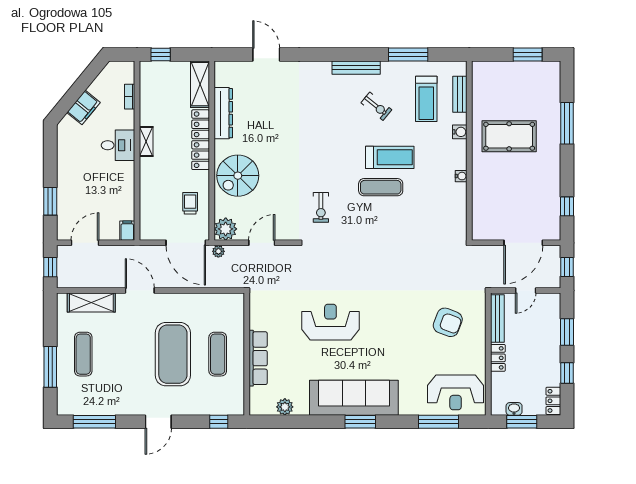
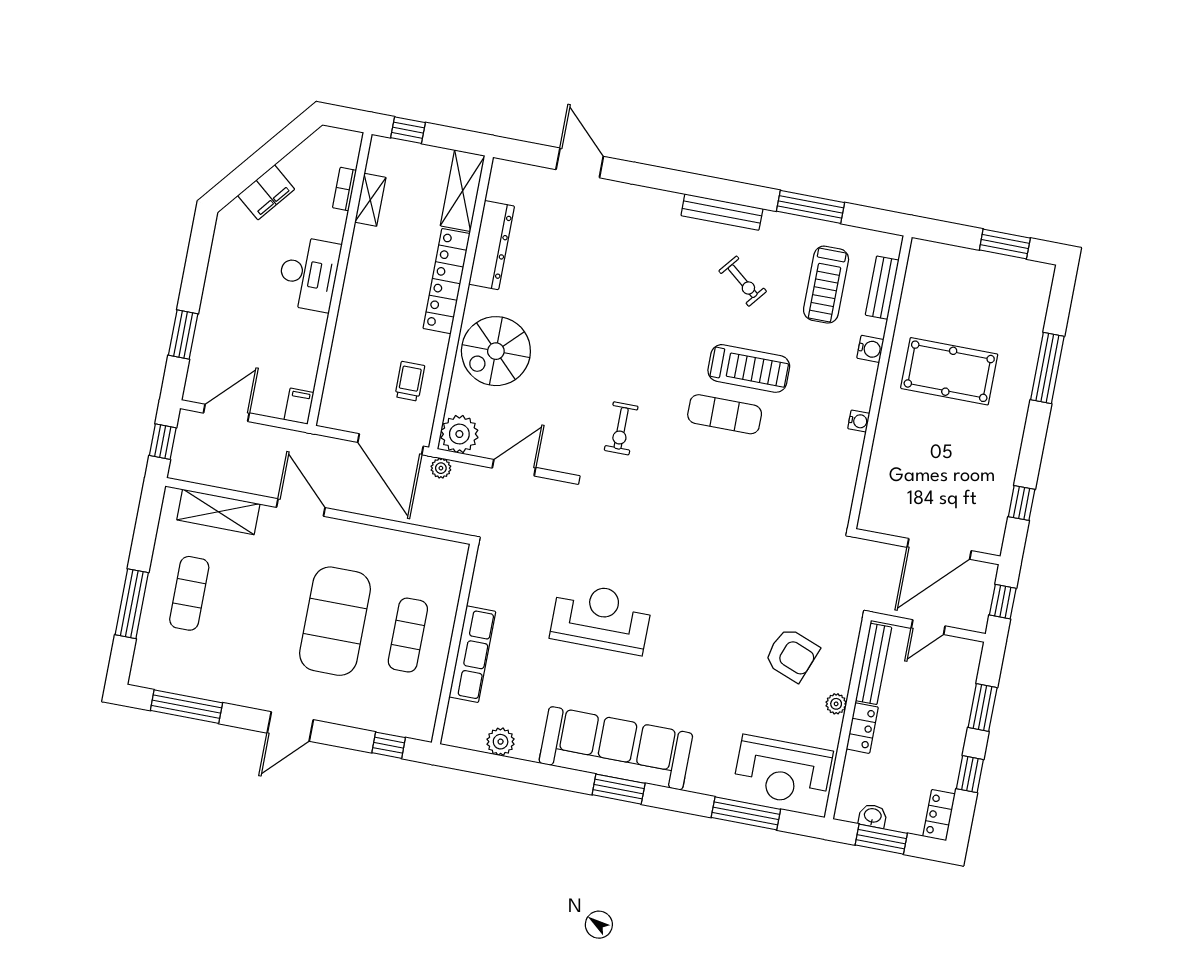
shelving: (146, 141) -> (370, 200), moved
desk: (118, 145) -> (309, 274), width x1.37
plant: (480, 346) -> (836, 704), added

